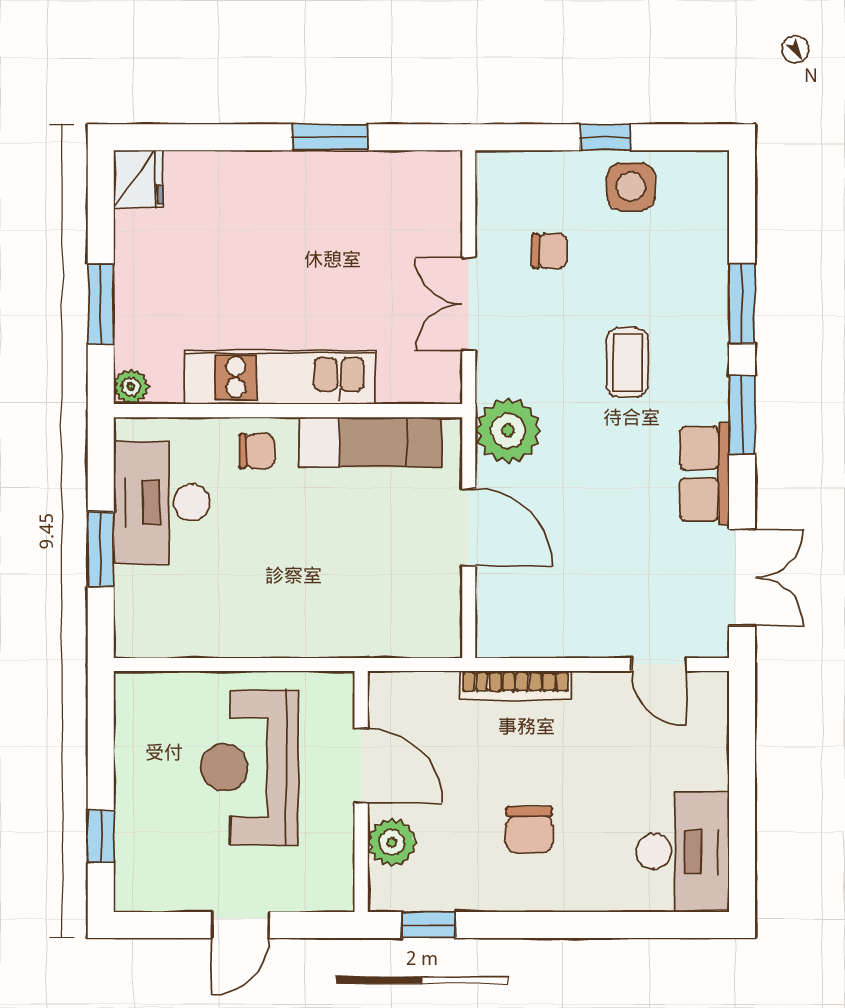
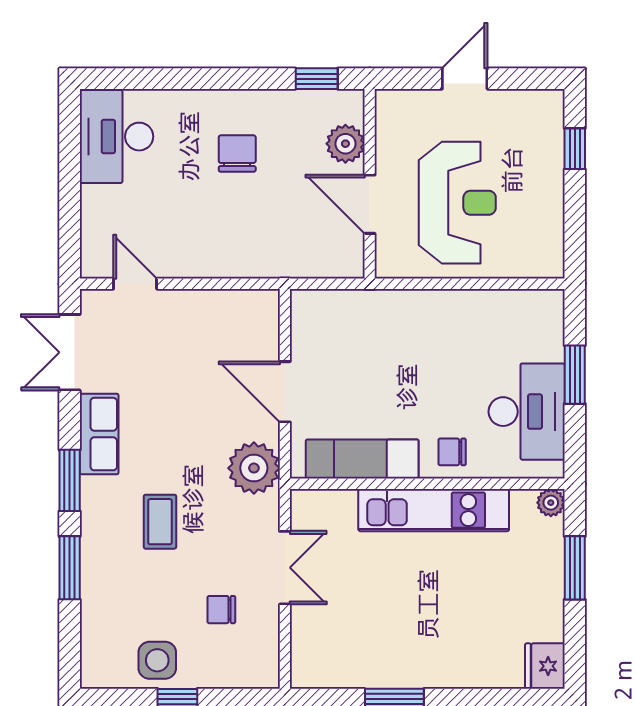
bookcase: (515, 685) -> (248, 267), removed

